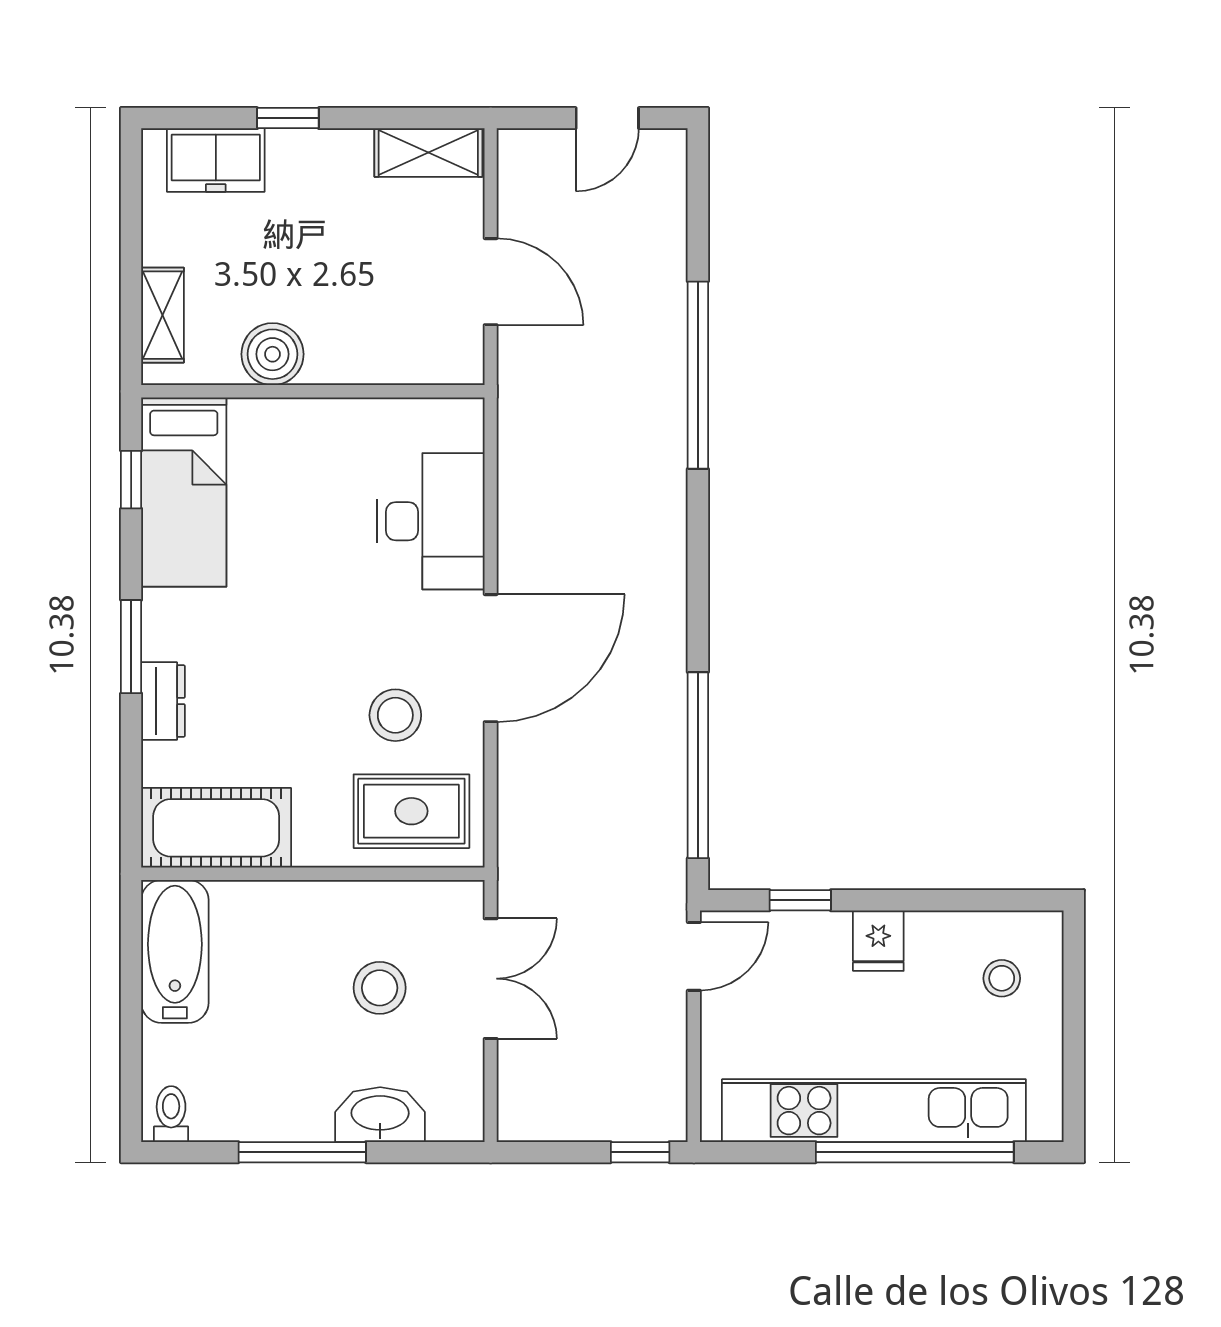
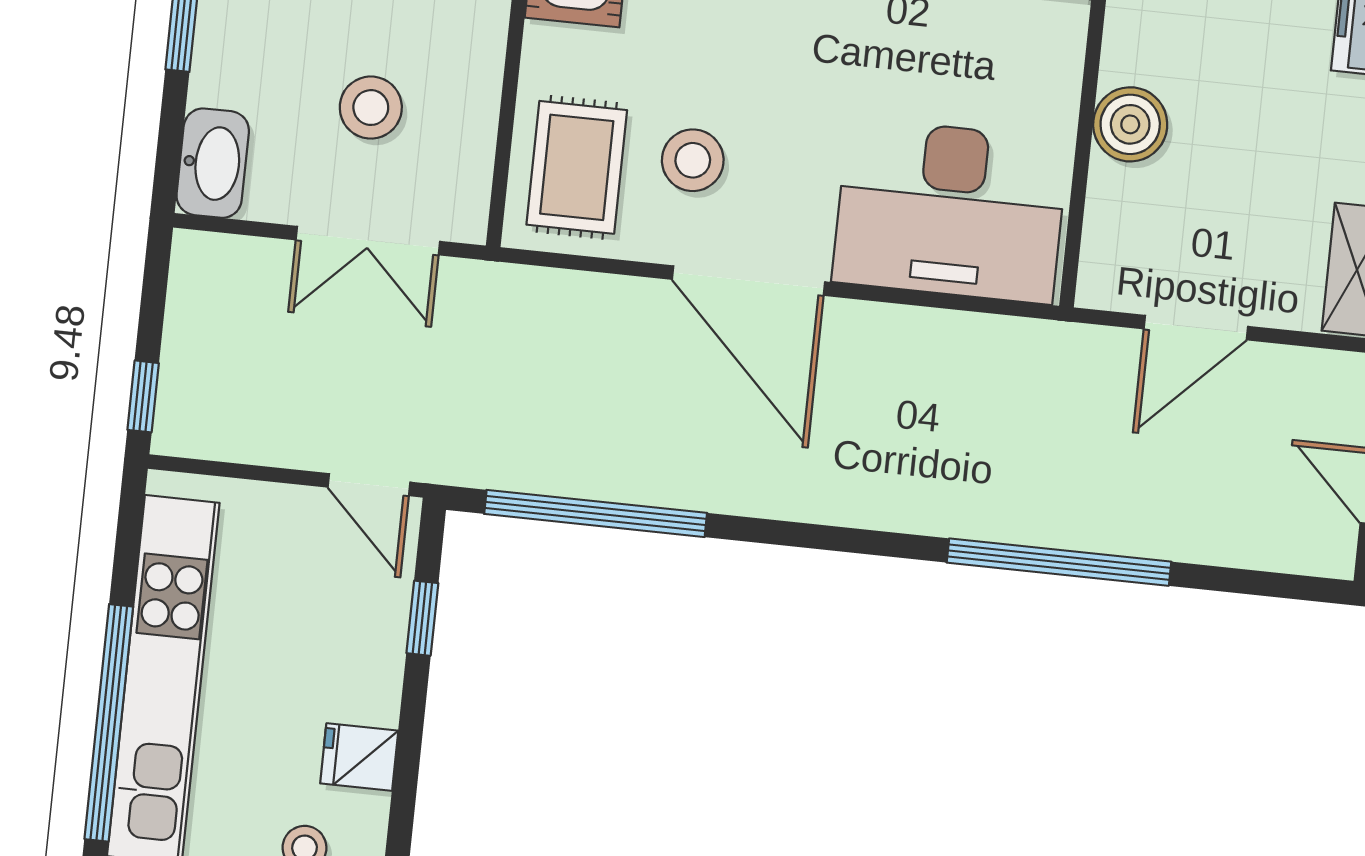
boiler: (272, 354) -> (1130, 124), moved
desk: (431, 521) -> (950, 211), width x1.36, depth x1.30
fridge: (878, 941) -> (359, 757), moved
washbasin: (380, 1115) -> (213, 163), moved

